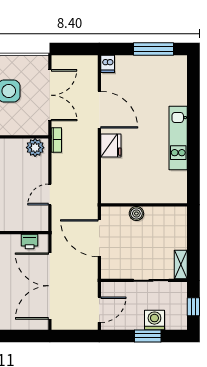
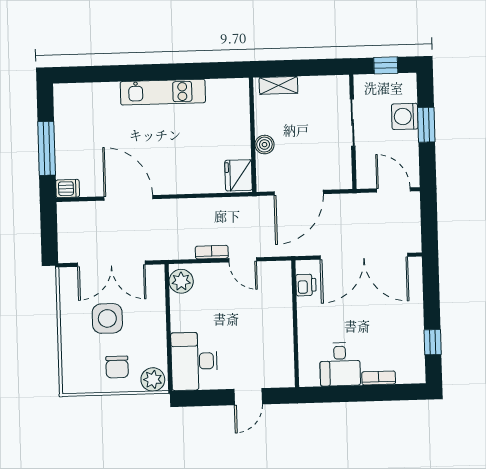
window: (154, 49) -> (47, 148), moved
double door: (50, 95) -> (111, 264), swing flipped
door: (99, 110) -> (128, 198), hinge flipped
bookcase: (56, 140) -> (212, 252), moved
fridge: (111, 146) -> (239, 175), moved, turned -90
shelving: (181, 264) -> (278, 85), moved

